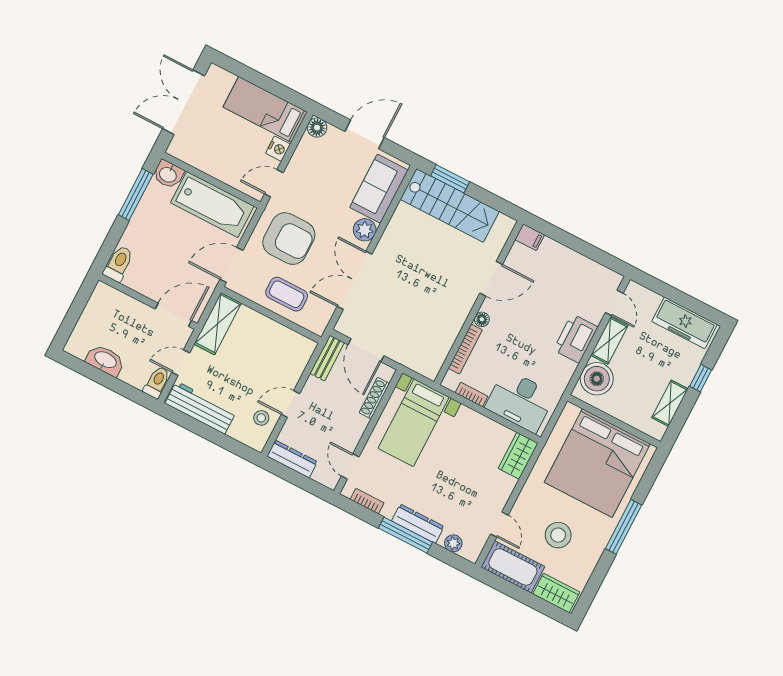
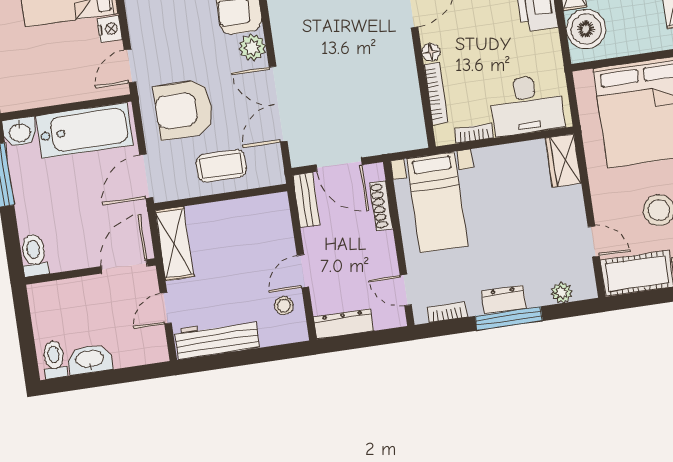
armchair: (289, 239) -> (184, 110), turned 180
toilet: (157, 382) -> (54, 360), moved
dresser: (418, 524) -> (504, 300), width x0.70

